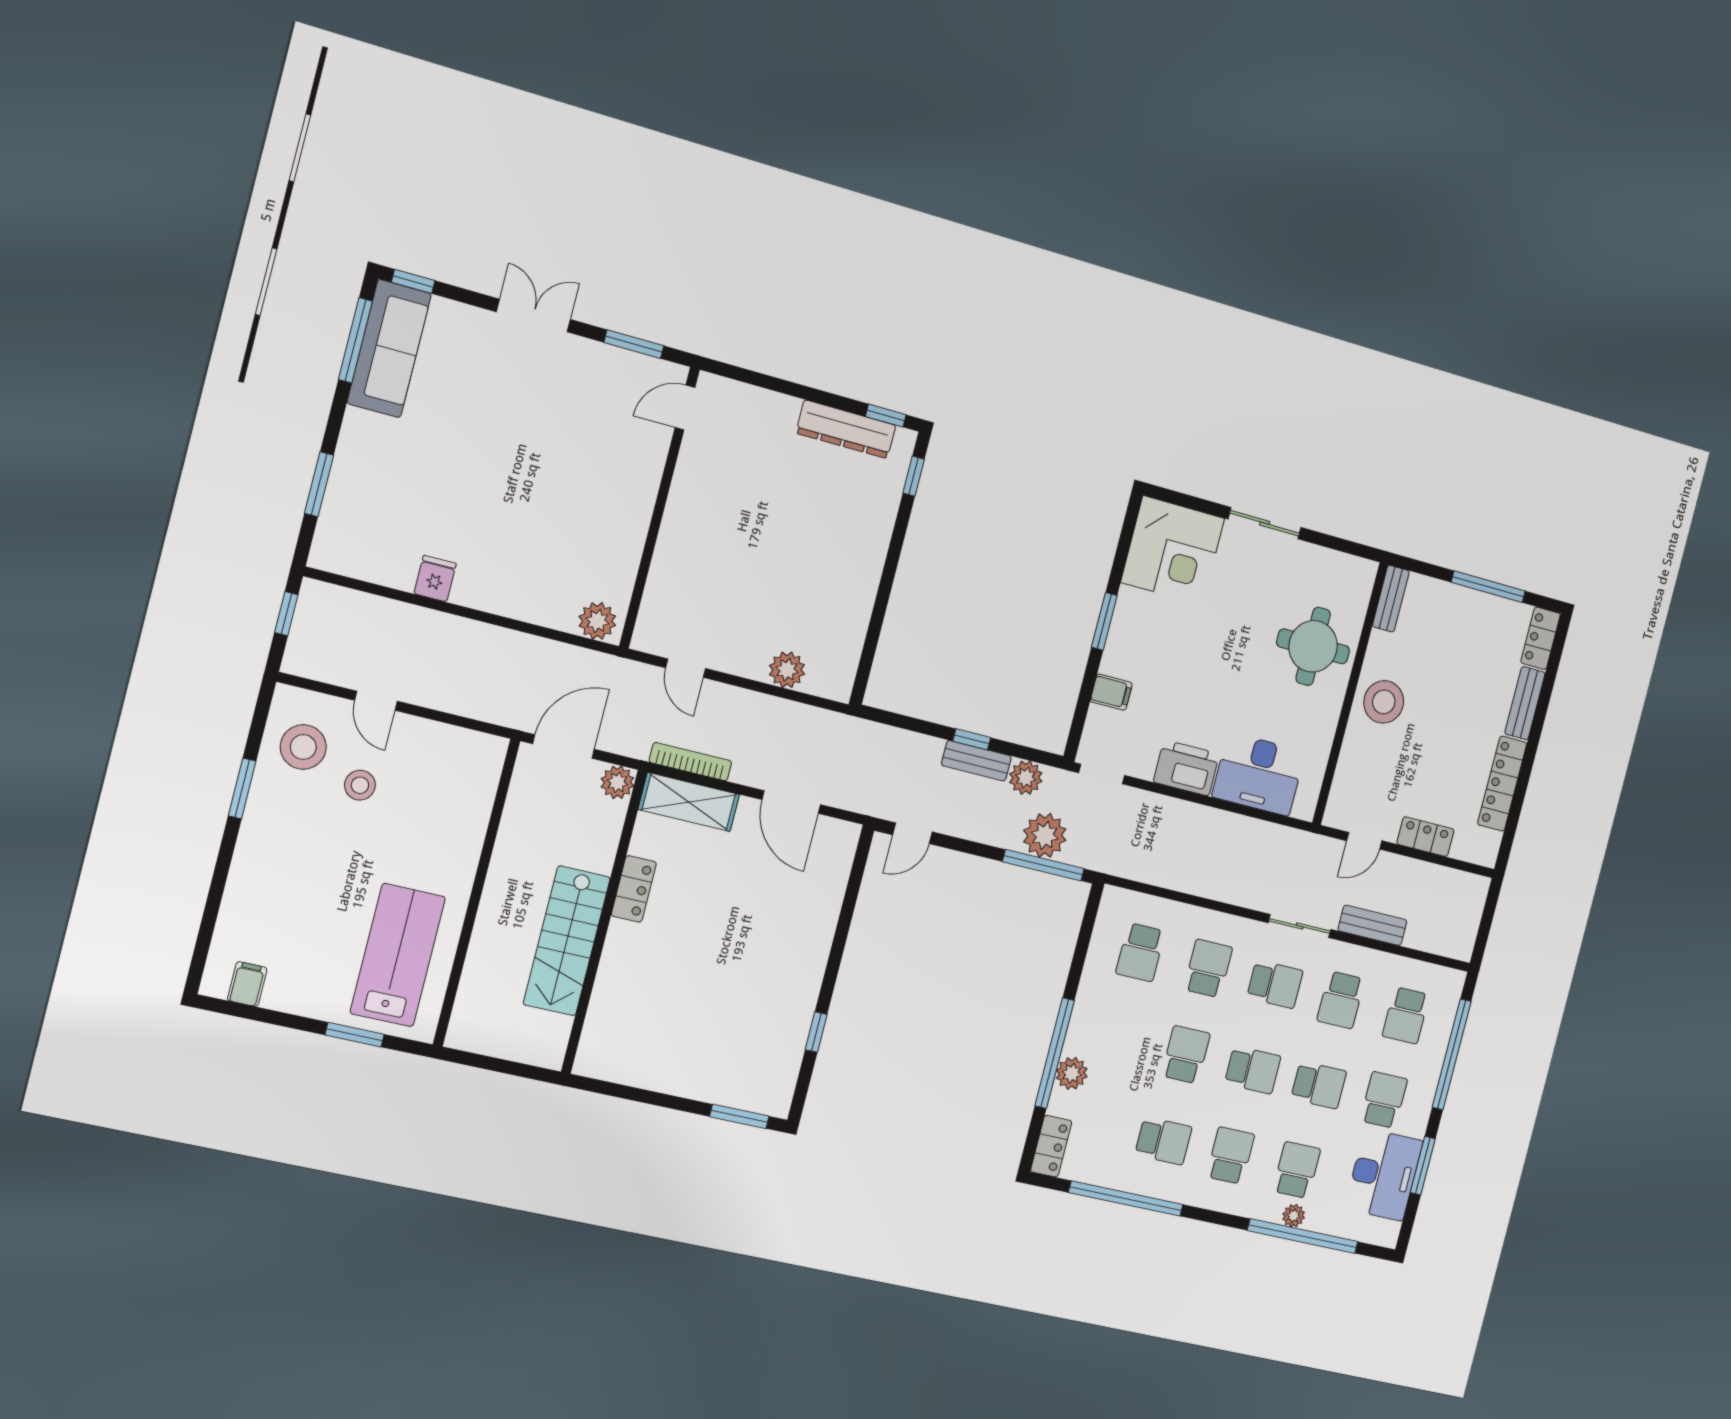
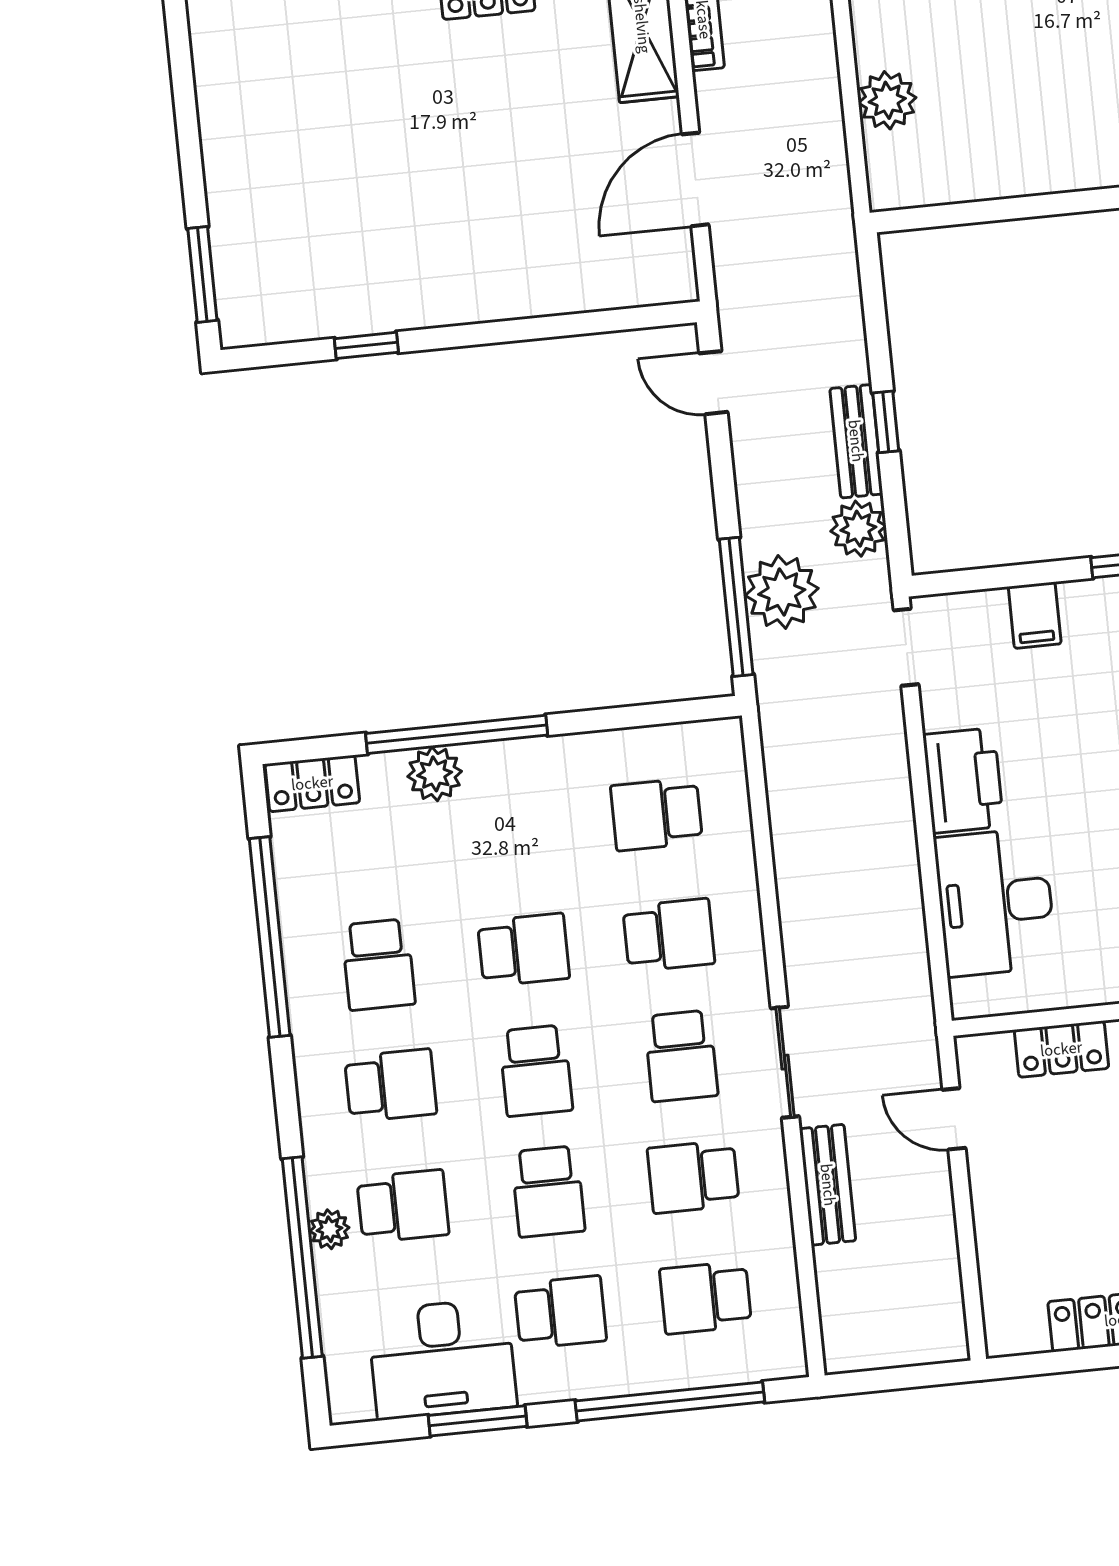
locker: (1425, 837) -> (1061, 1049), moved, turned 90

